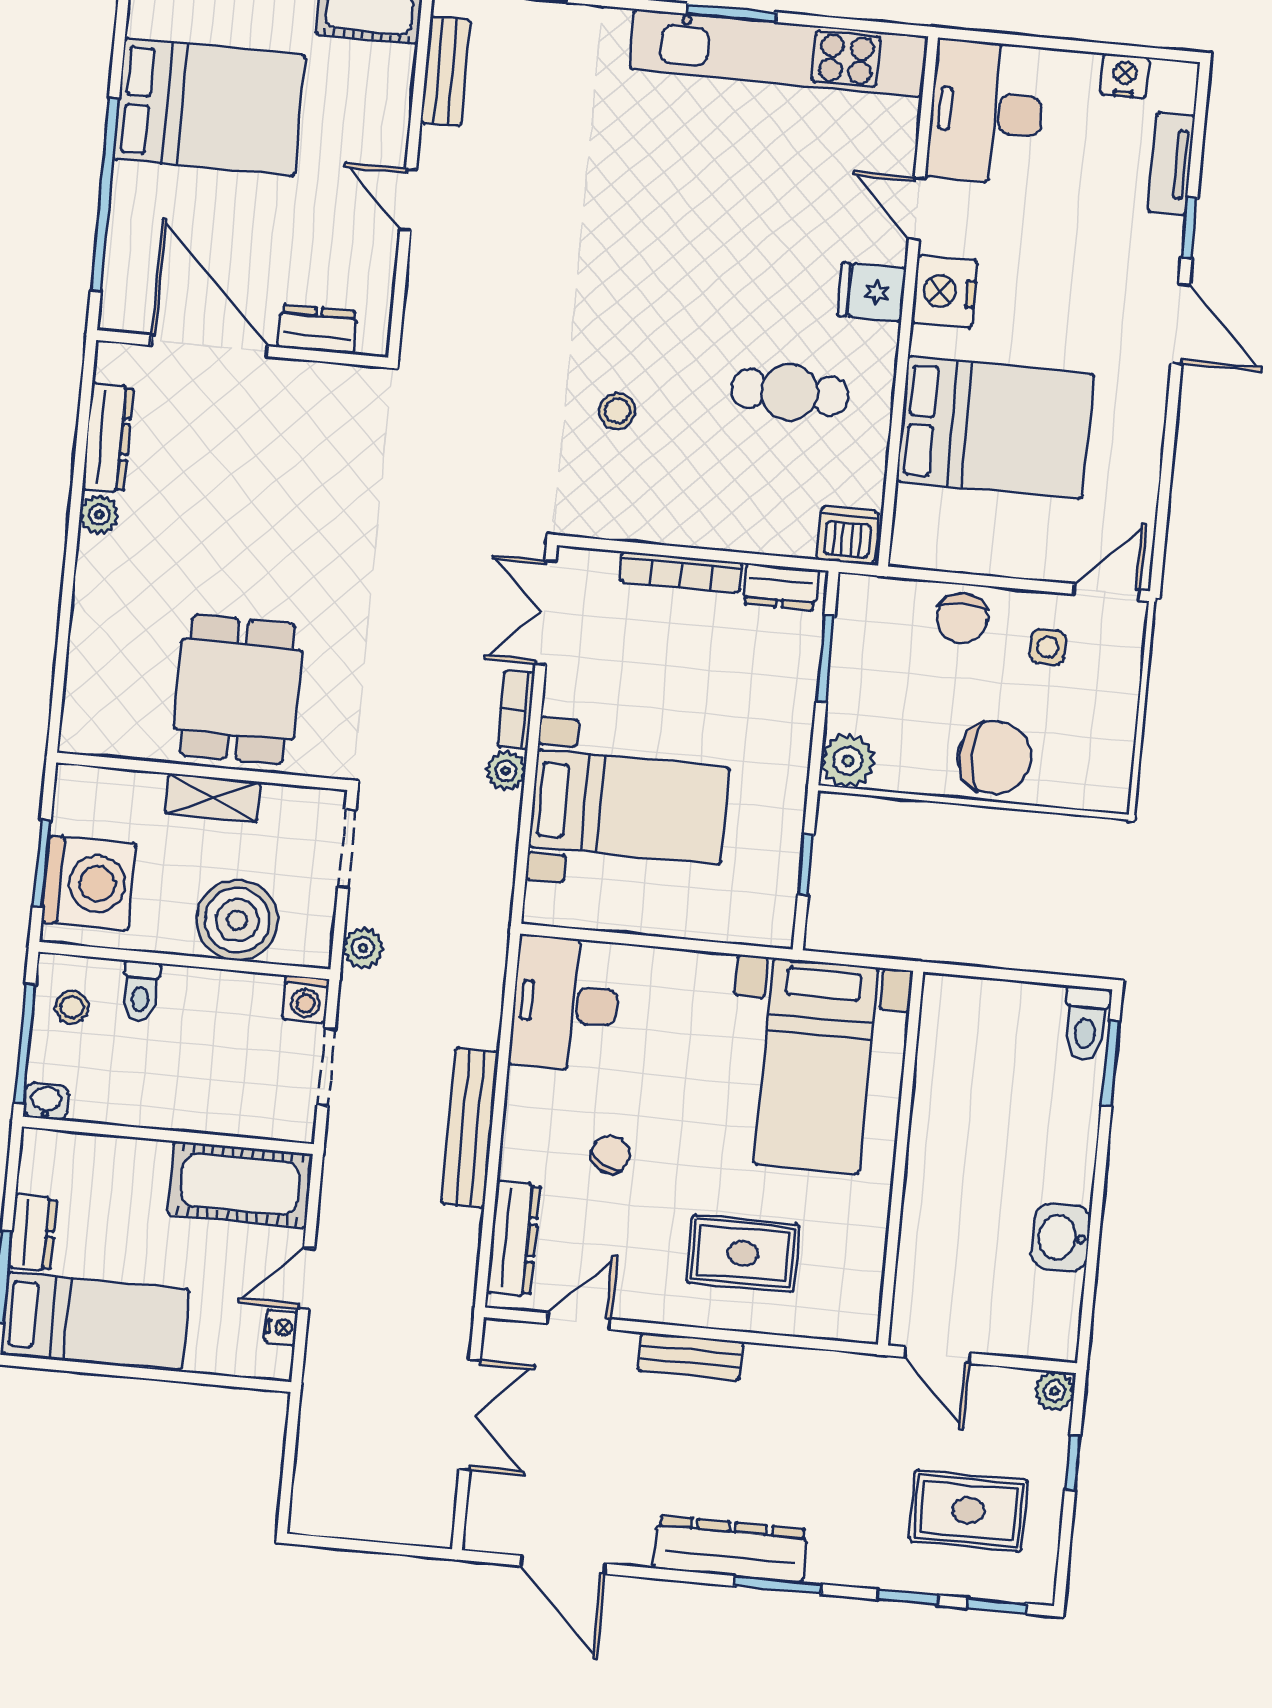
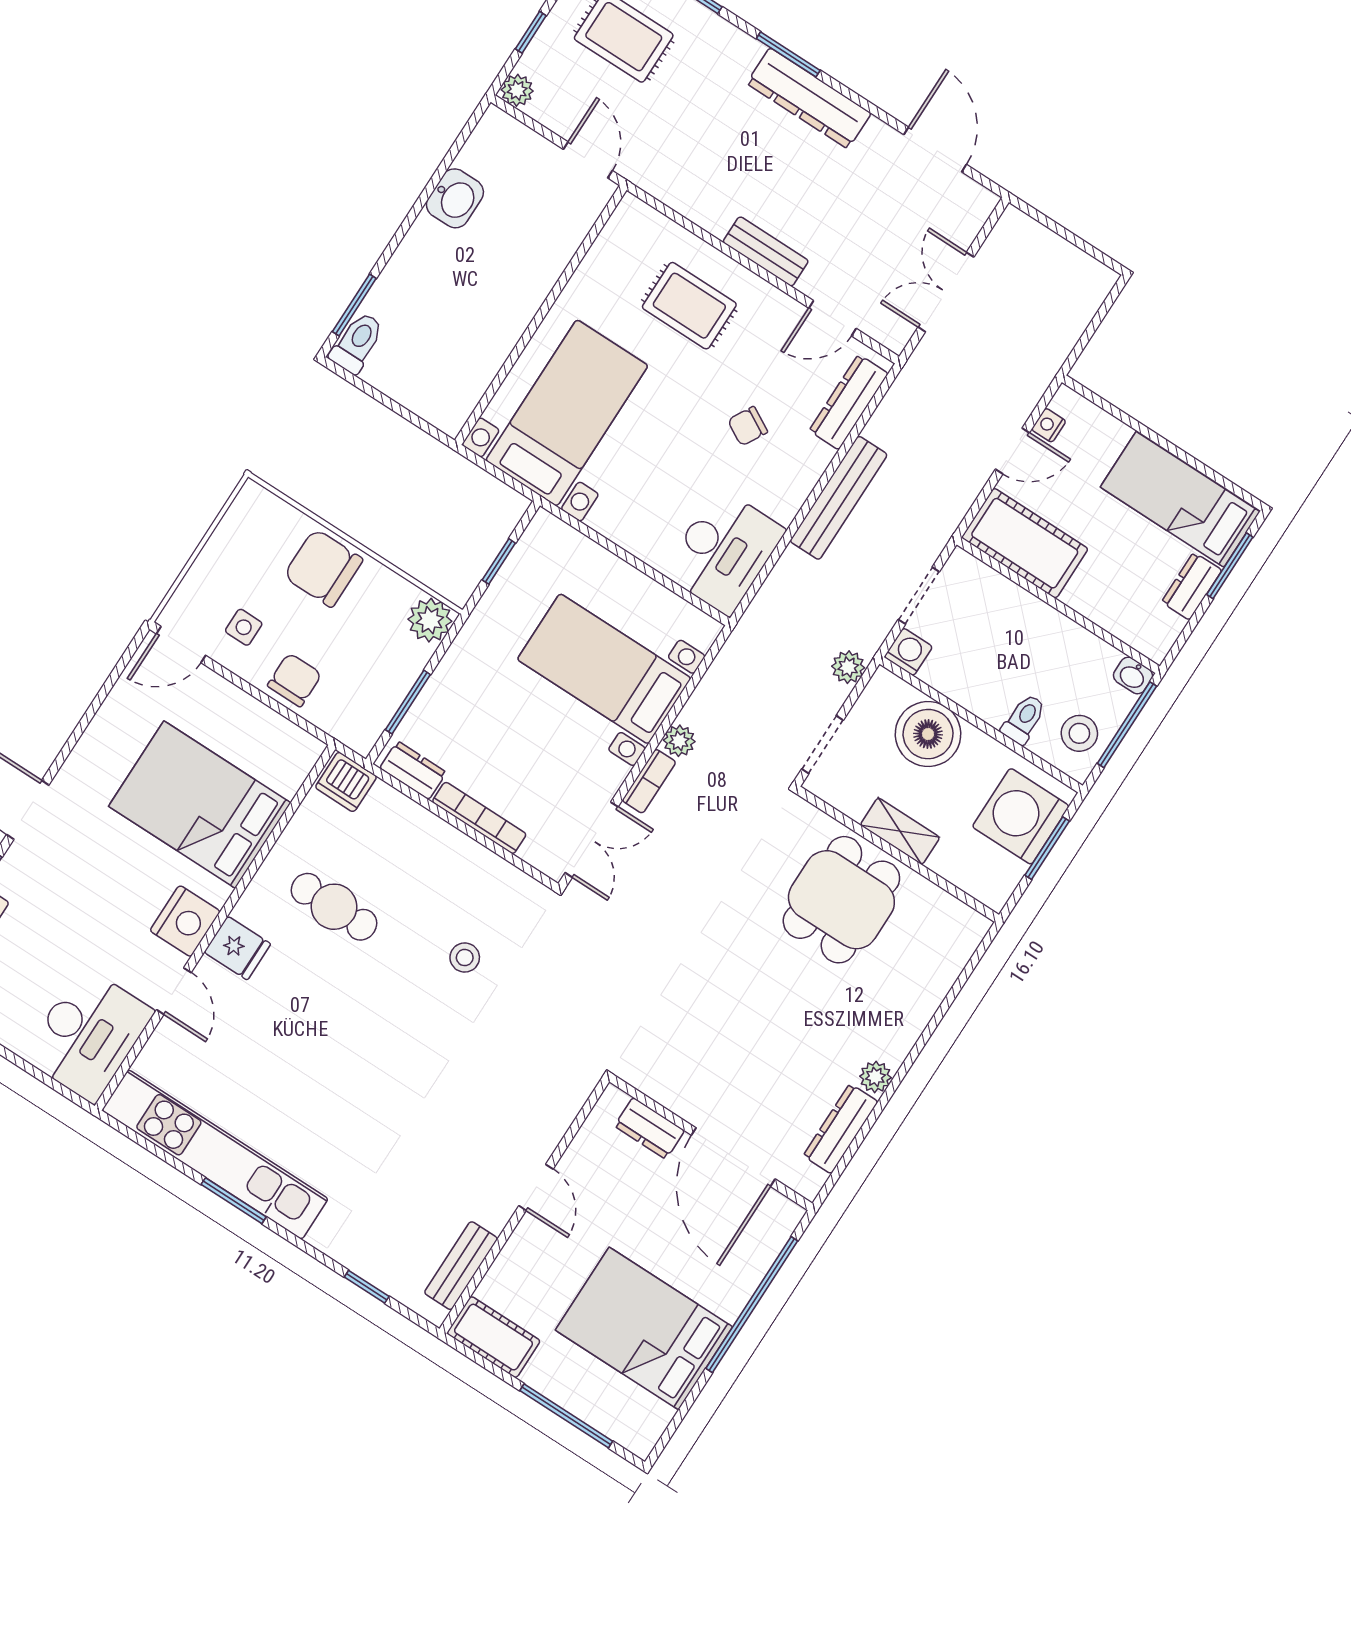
stool: (72, 1007) -> (1079, 733), width x1.37, depth x1.37

